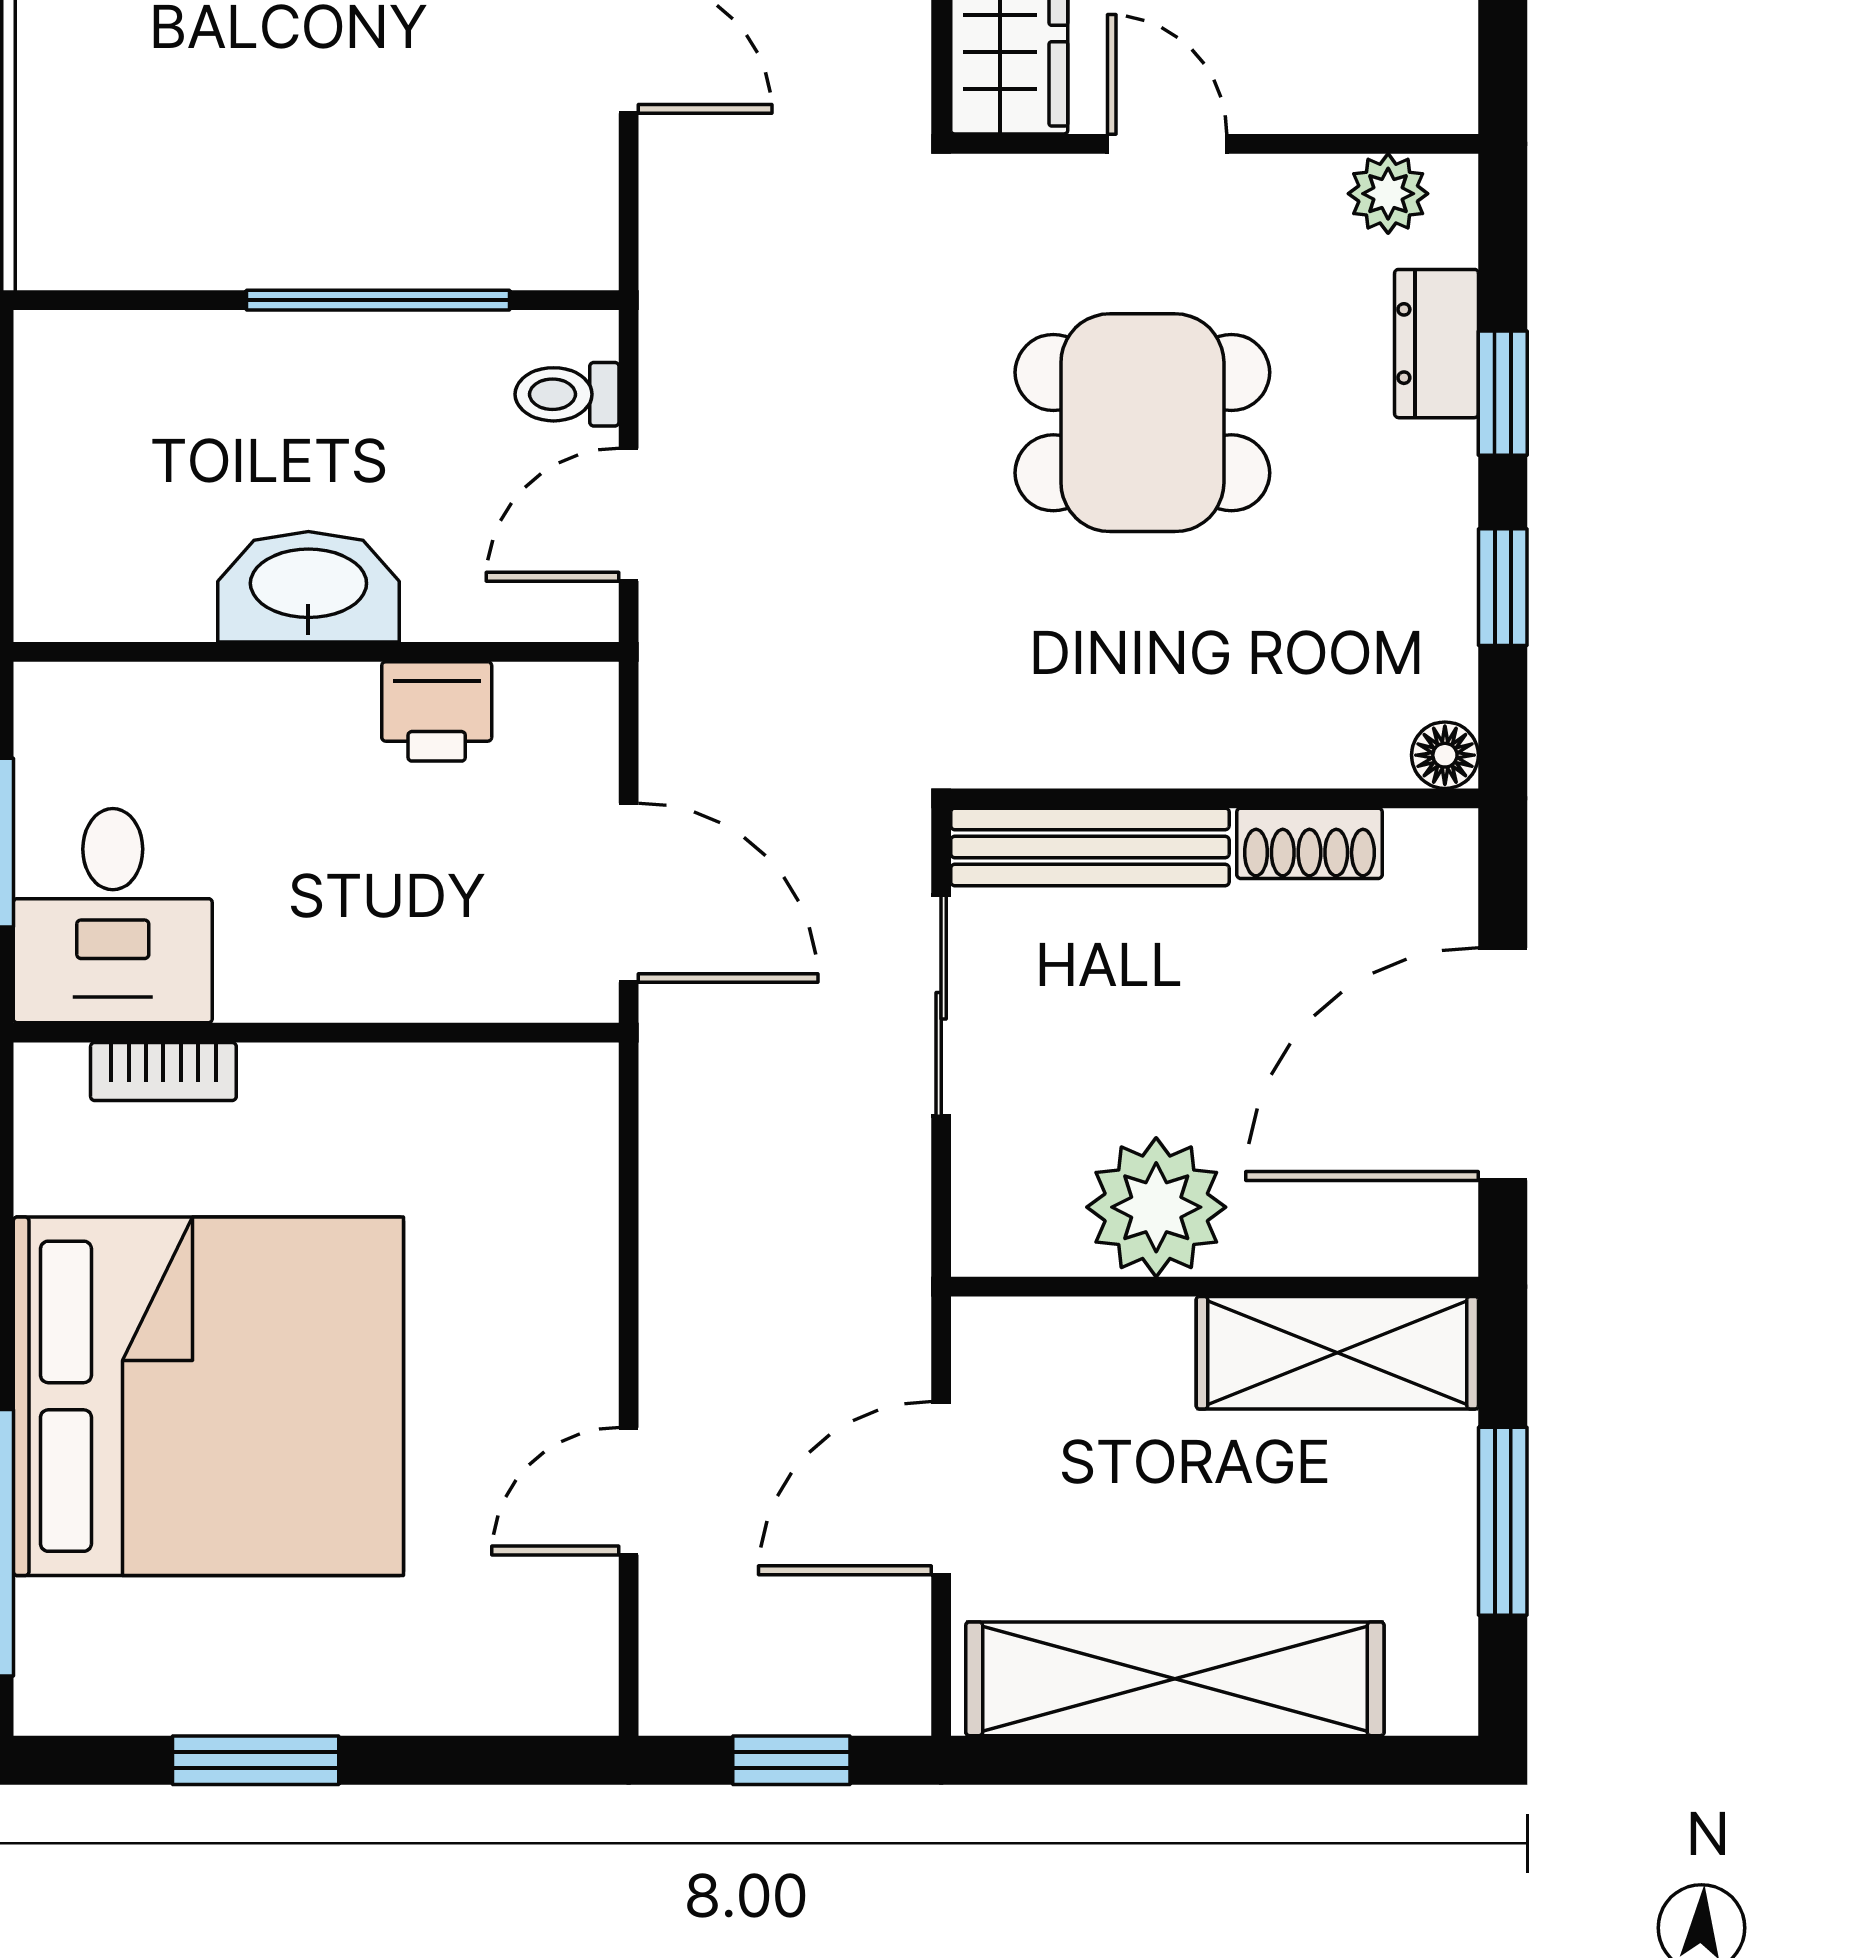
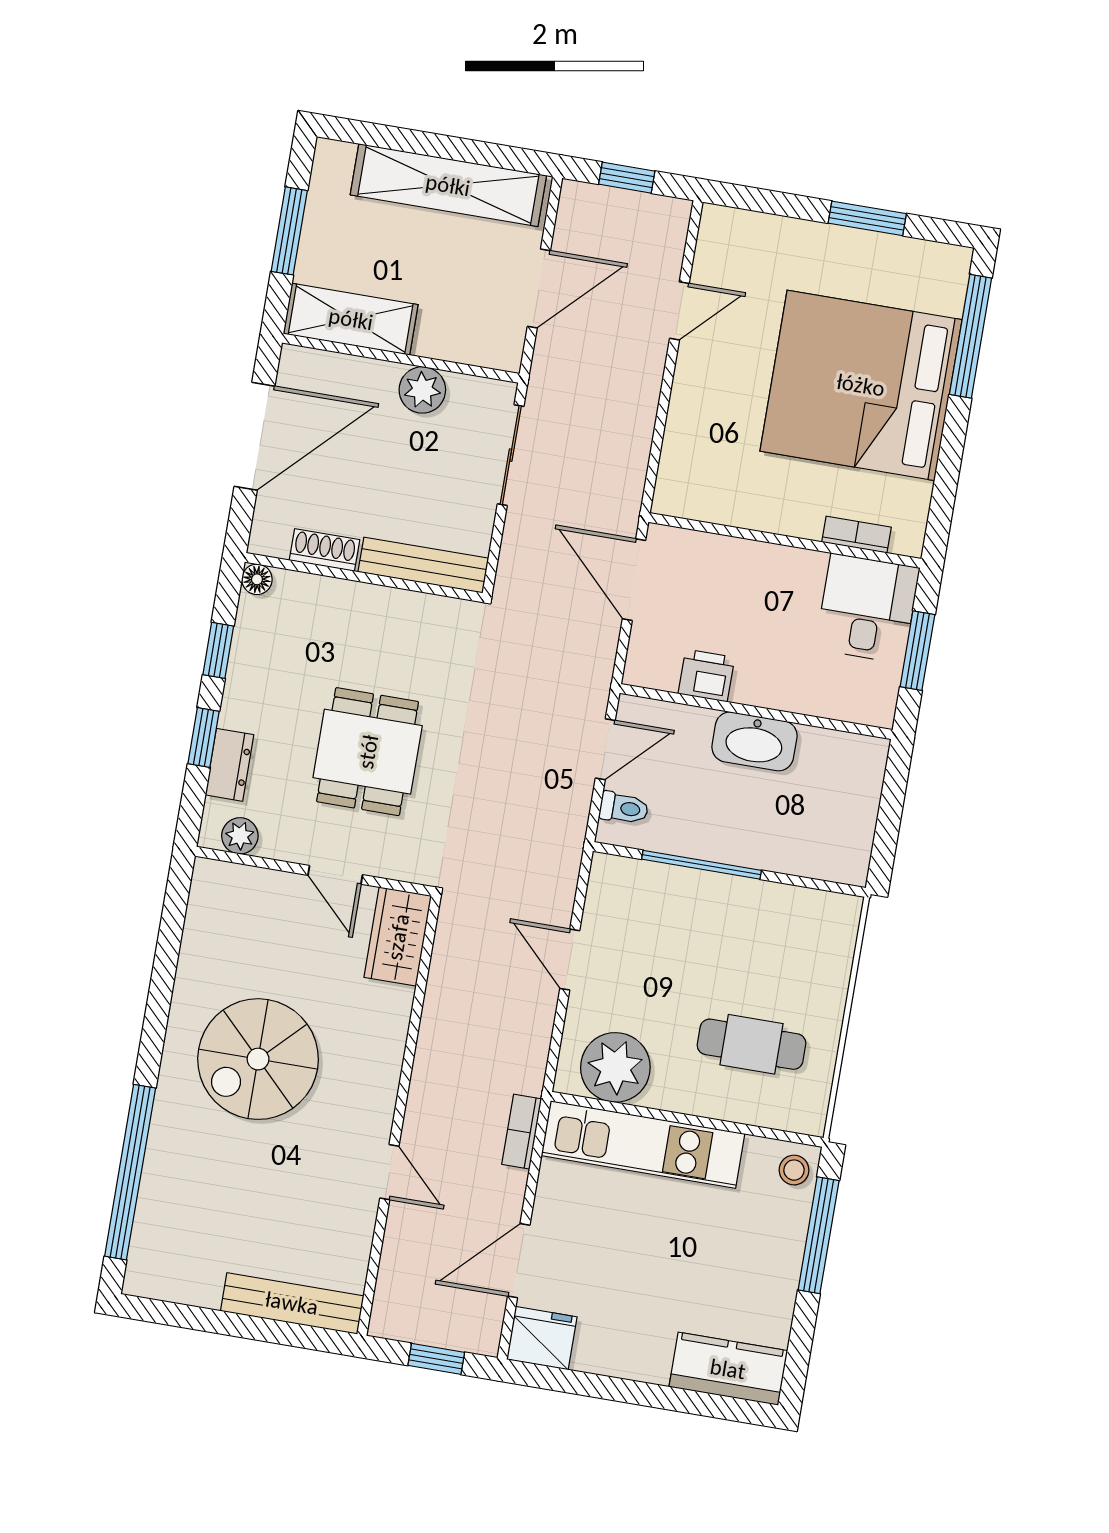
dining table: (1142, 423) -> (368, 752), turned 90
sliding door: (941, 1006) -> (511, 455), moved
plant: (1156, 1207) -> (422, 390), width x0.73, depth x0.73

